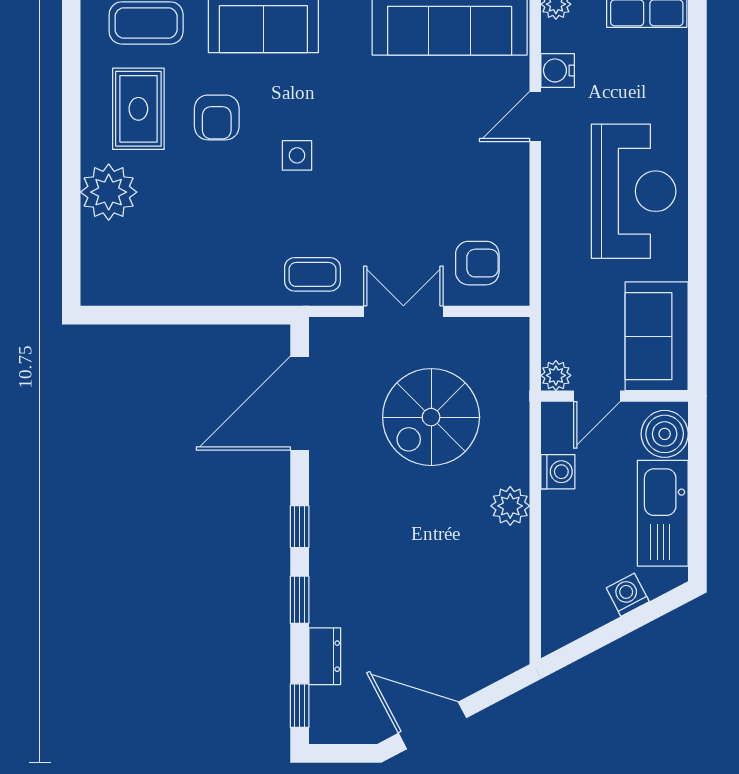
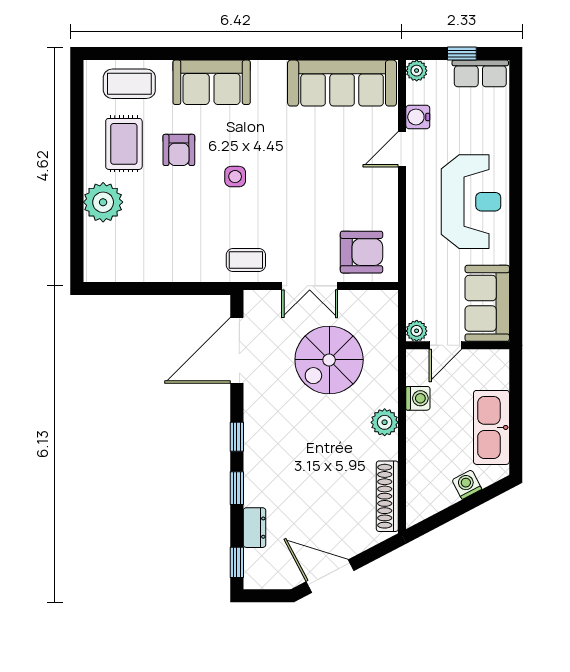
armchair: (477, 263) -> (361, 252), width x1.38, depth x1.38
double door: (403, 311) -> (310, 286), swing flipped
boiler: (665, 434) -> (493, 372), removed
shoe rack: (514, 611) -> (387, 496), added

